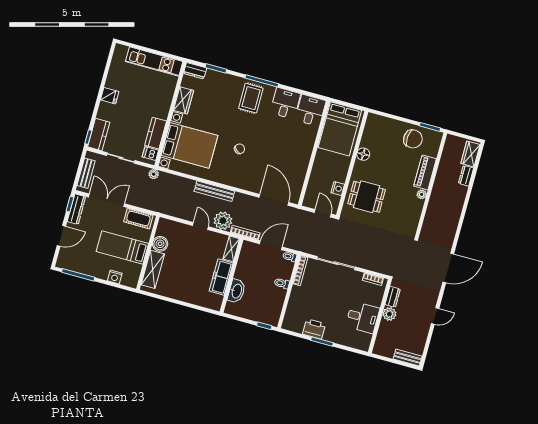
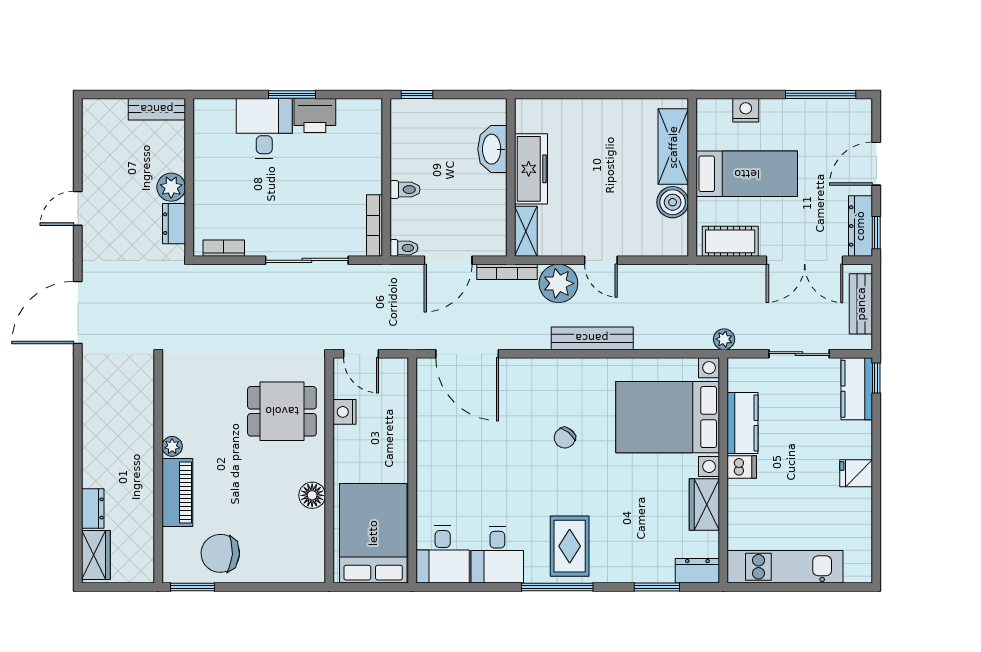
dishwasher: (150, 154) -> (742, 467), moved
desk: (363, 317) -> (264, 128), moved, turned 90
bench: (408, 358) -> (157, 109), moved

